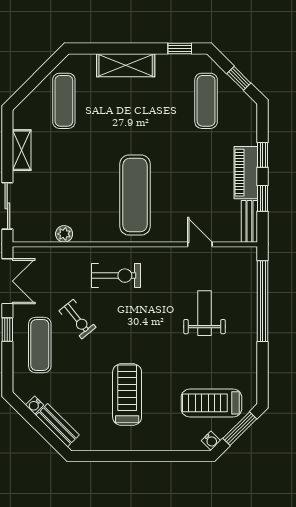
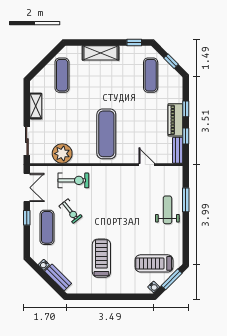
plant: (64, 234) -> (62, 154), width x1.88, depth x1.88
exercise bike: (116, 276) -> (73, 180), moved
window: (263, 301) -> (186, 200), width x0.47
weight bench: (204, 313) -> (167, 210), moved

